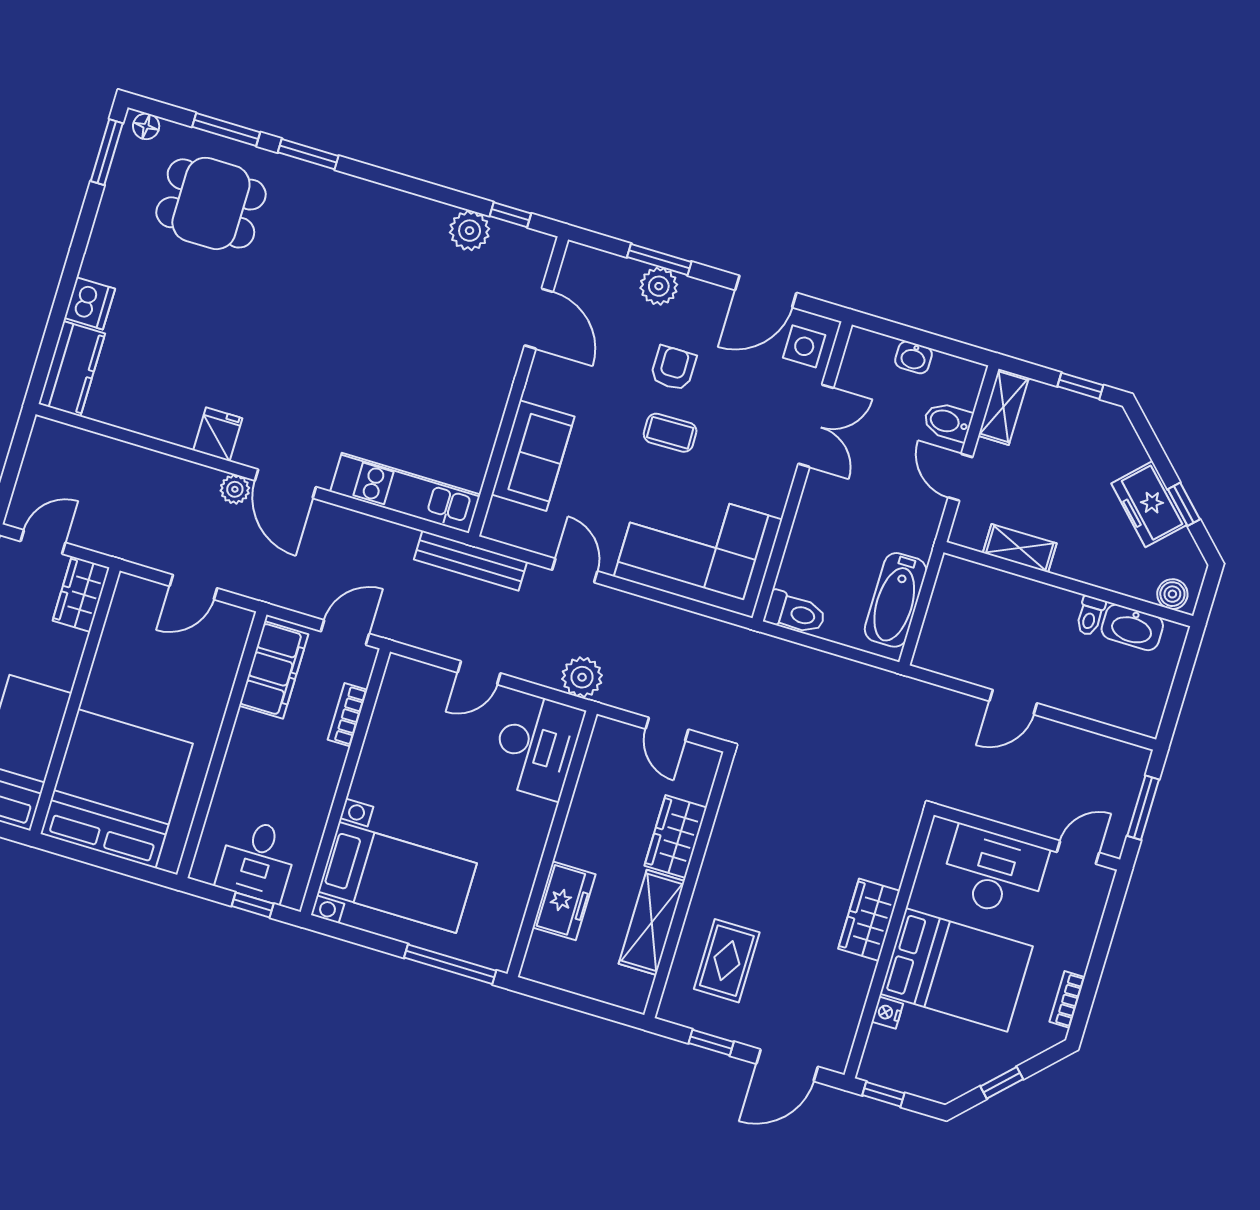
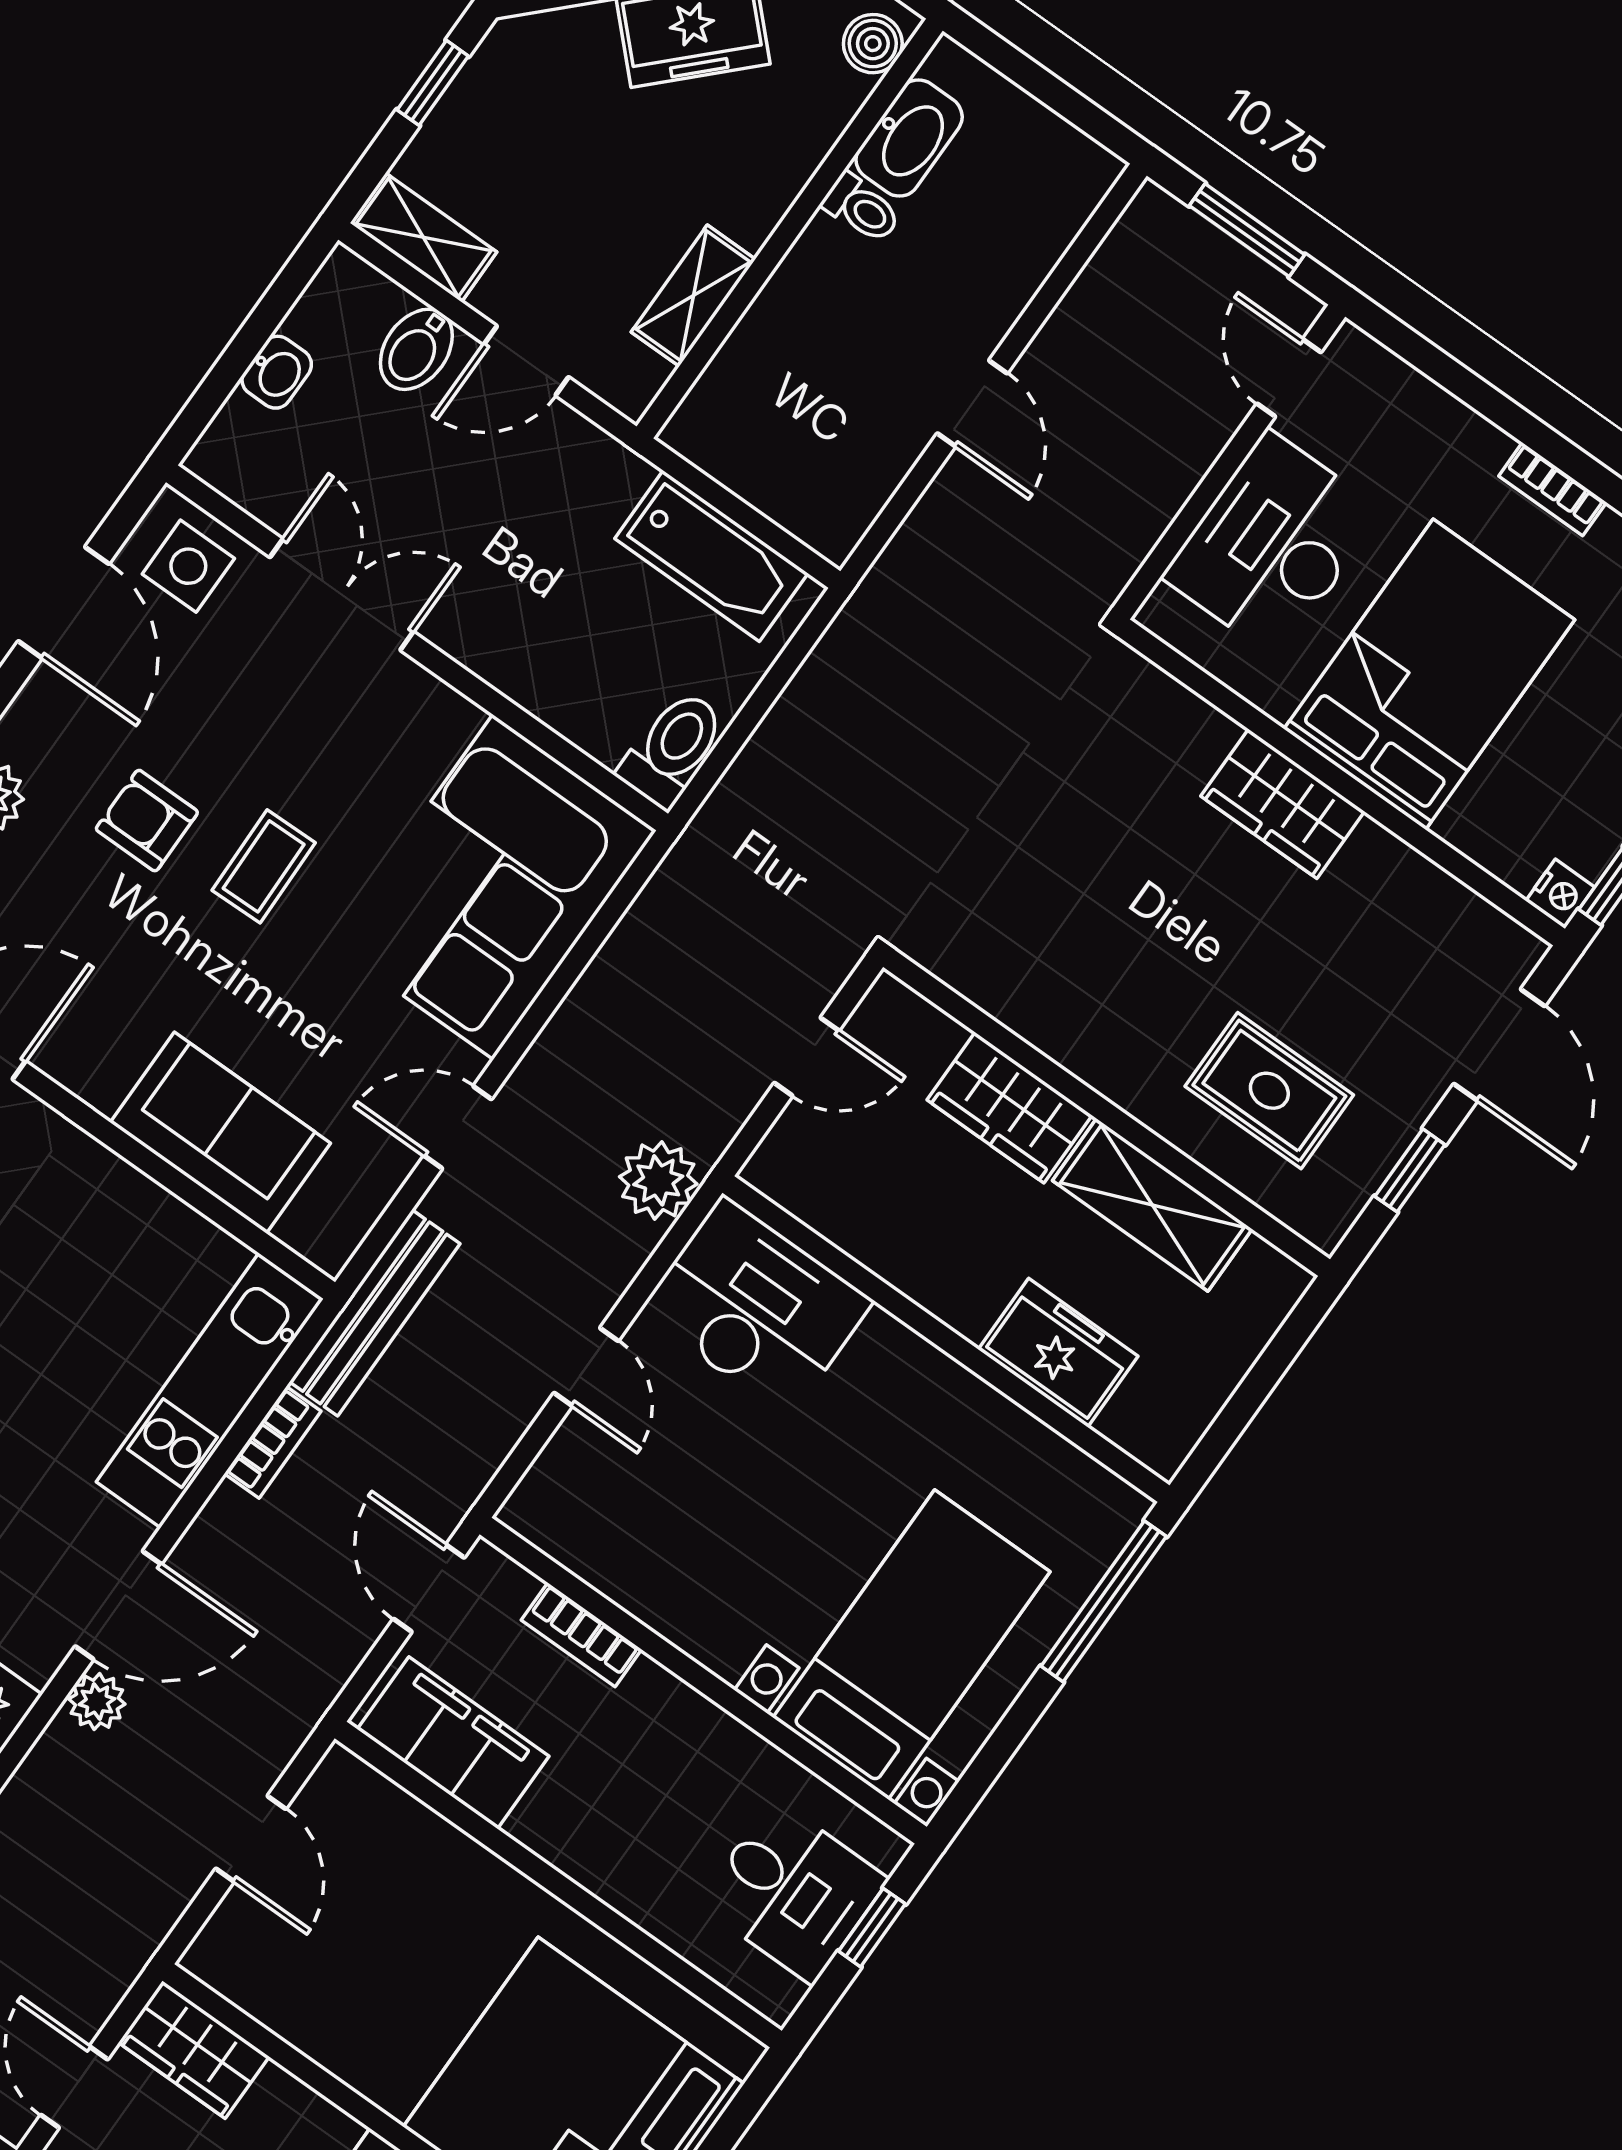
bookcase: (390, 532) -> (273, 1442), added
nightstand: (887, 1013) -> (1560, 894), moved, turned -90

